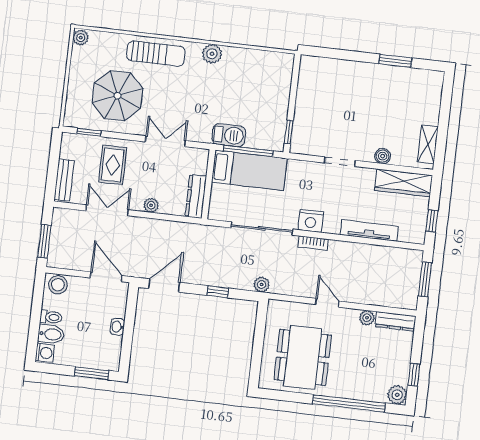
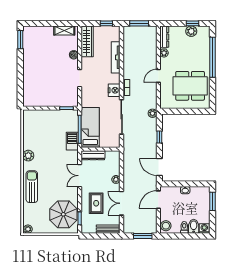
window: (395, 61) -> (20, 40), moved
parasol: (117, 96) -> (63, 214), moved
rug: (113, 165) -> (96, 203), turned 90
dresser: (196, 196) -> (93, 155), moved
plant: (397, 395) -> (191, 31), moved

